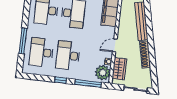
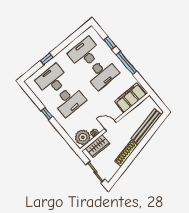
window: (23, 41) -> (47, 59), width x0.46
desk: (68, 56) -> (69, 101), turned 180
window: (88, 83) -> (65, 135), removed

